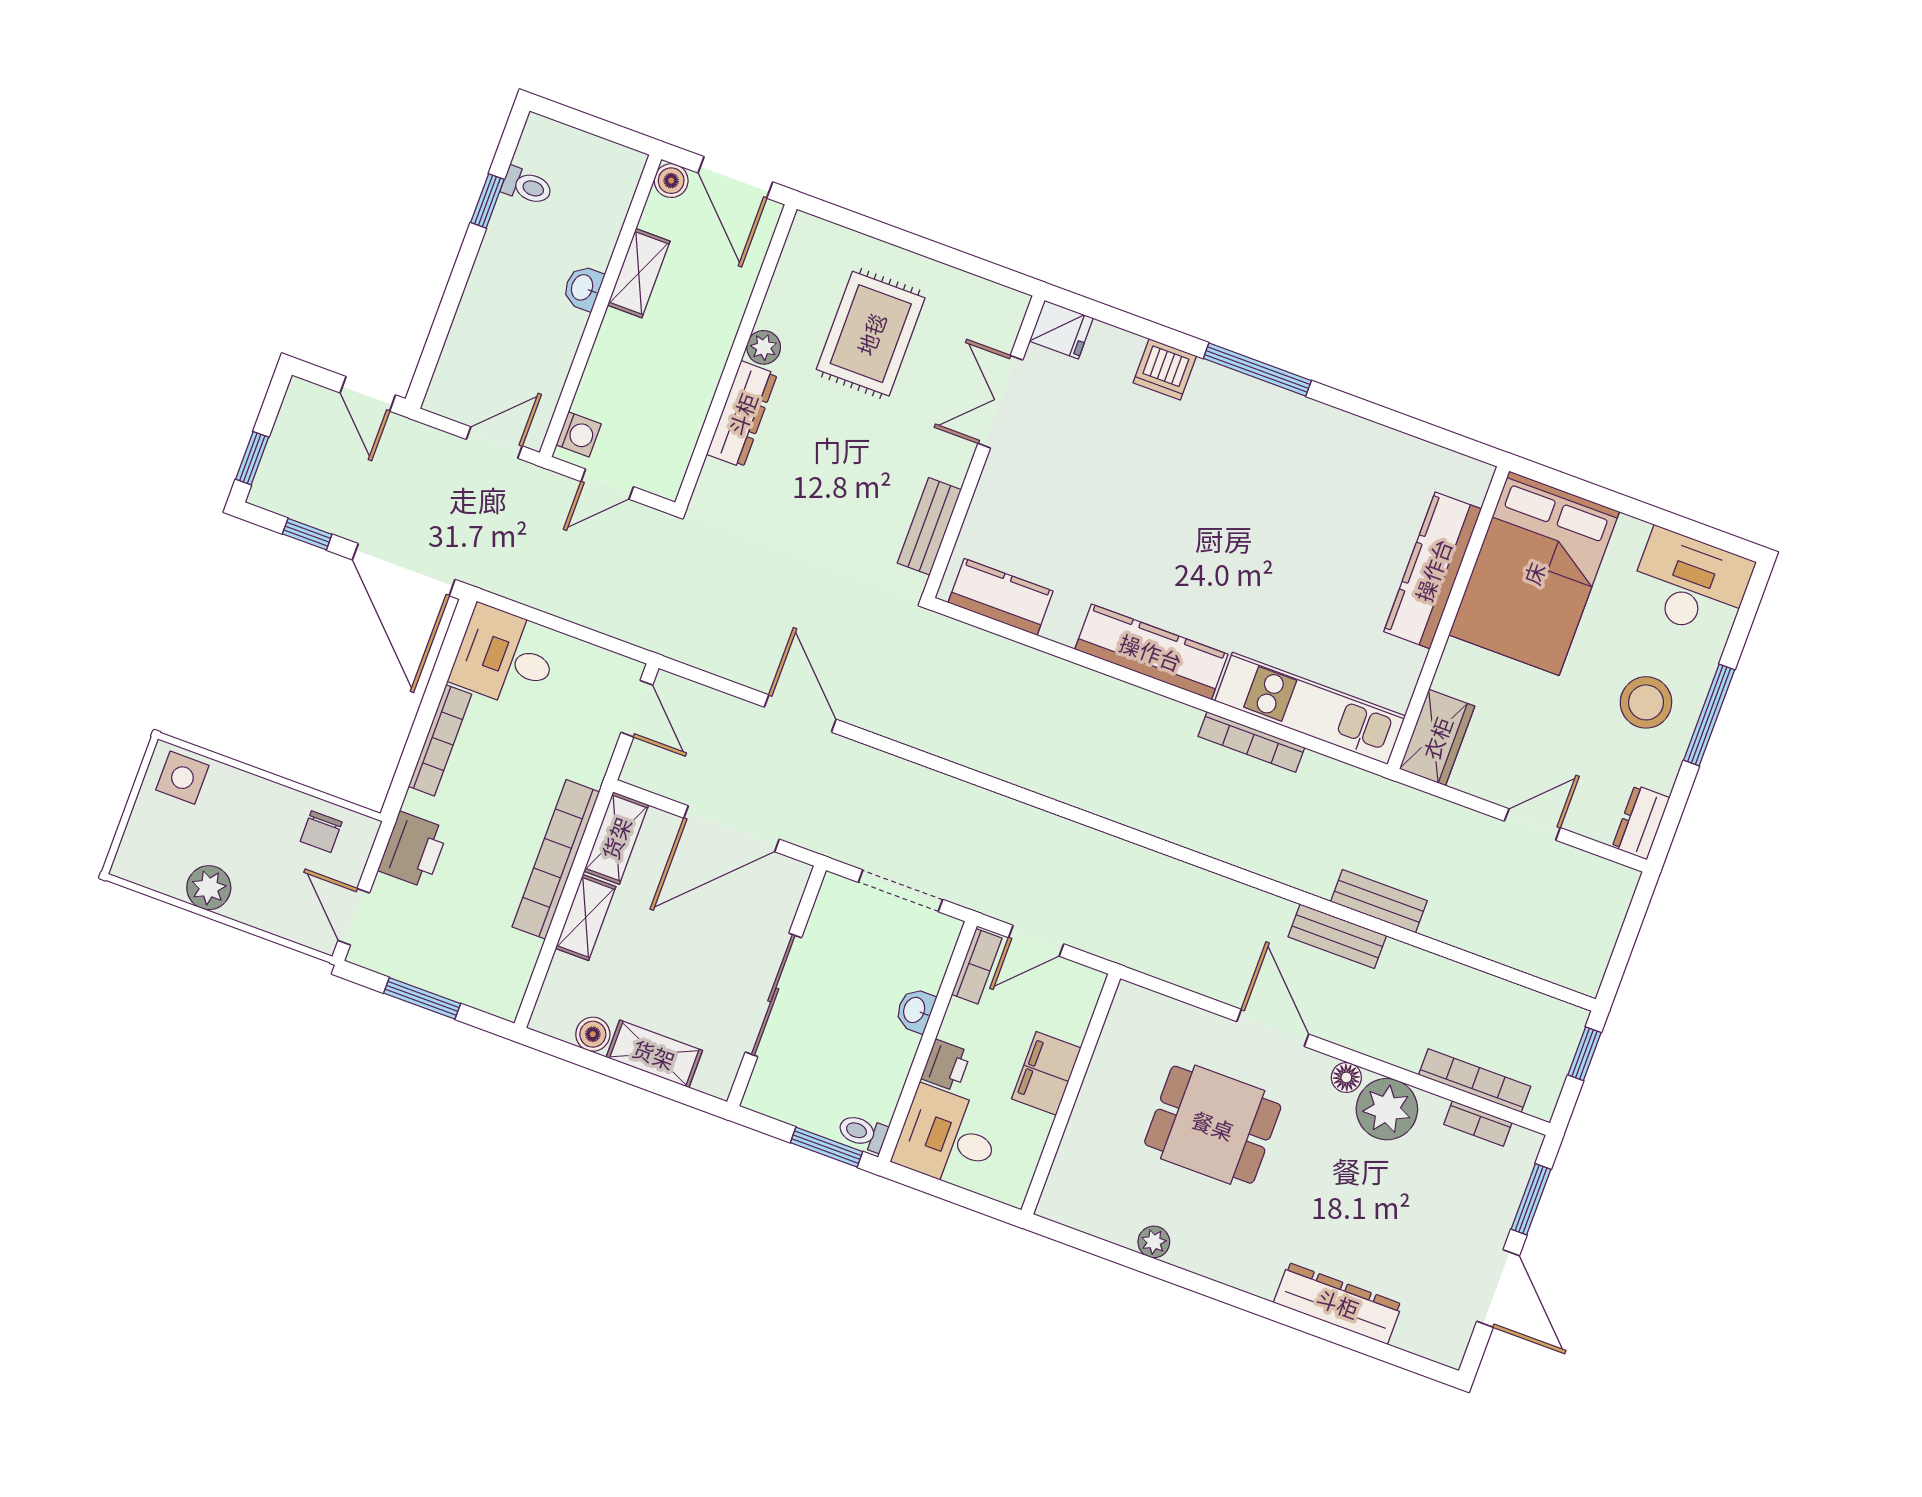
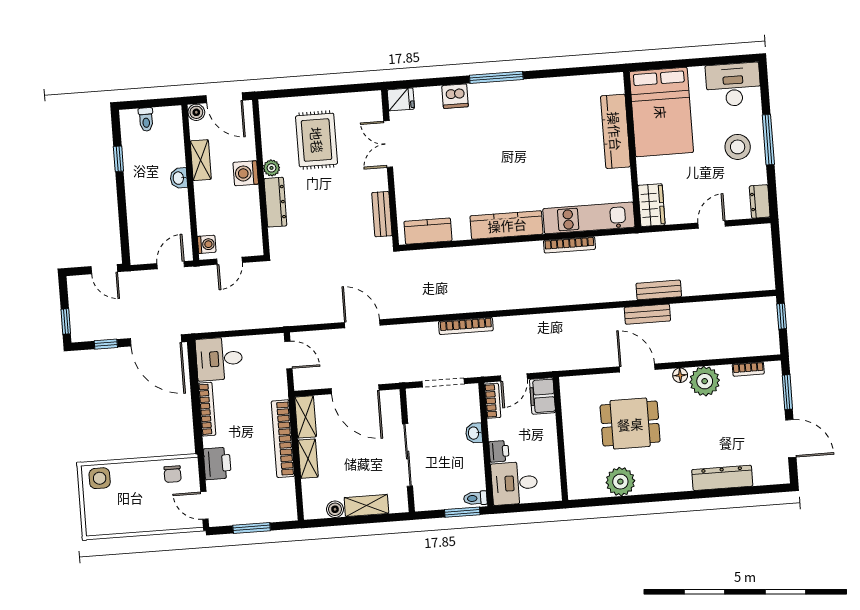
toilet: (527, 186) -> (146, 119), moved, turned 90
washing machine: (711, 335) -> (246, 173), added
door: (731, 829) -> (355, 389), hinge flipped
plant: (209, 888) -> (134, 522), removed
filing cabinet: (1046, 1073) -> (542, 396), moved
bookcase: (1475, 1081) -> (466, 326), moved, turned 180
plant: (1154, 1242) -> (620, 482), width x1.88, depth x1.88

